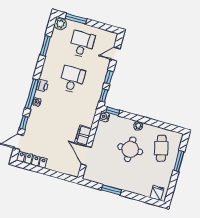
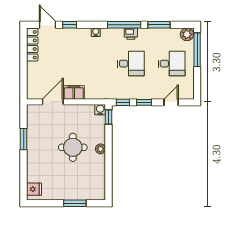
window: (76, 19) -> (197, 50), width x1.44
door: (115, 54) -> (171, 102), hinge flipped
printer: (42, 86) -> (131, 34), moved
window: (32, 94) -> (124, 25), moved
cafe table: (161, 148) -> (83, 181), removed

